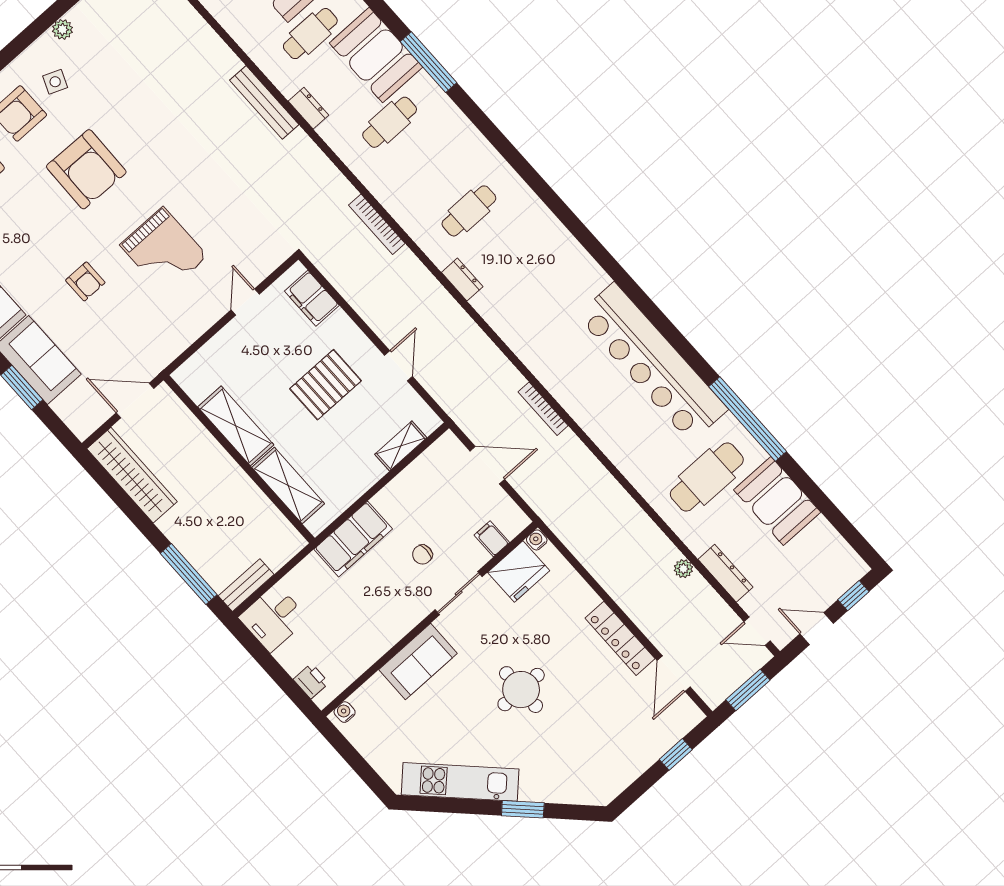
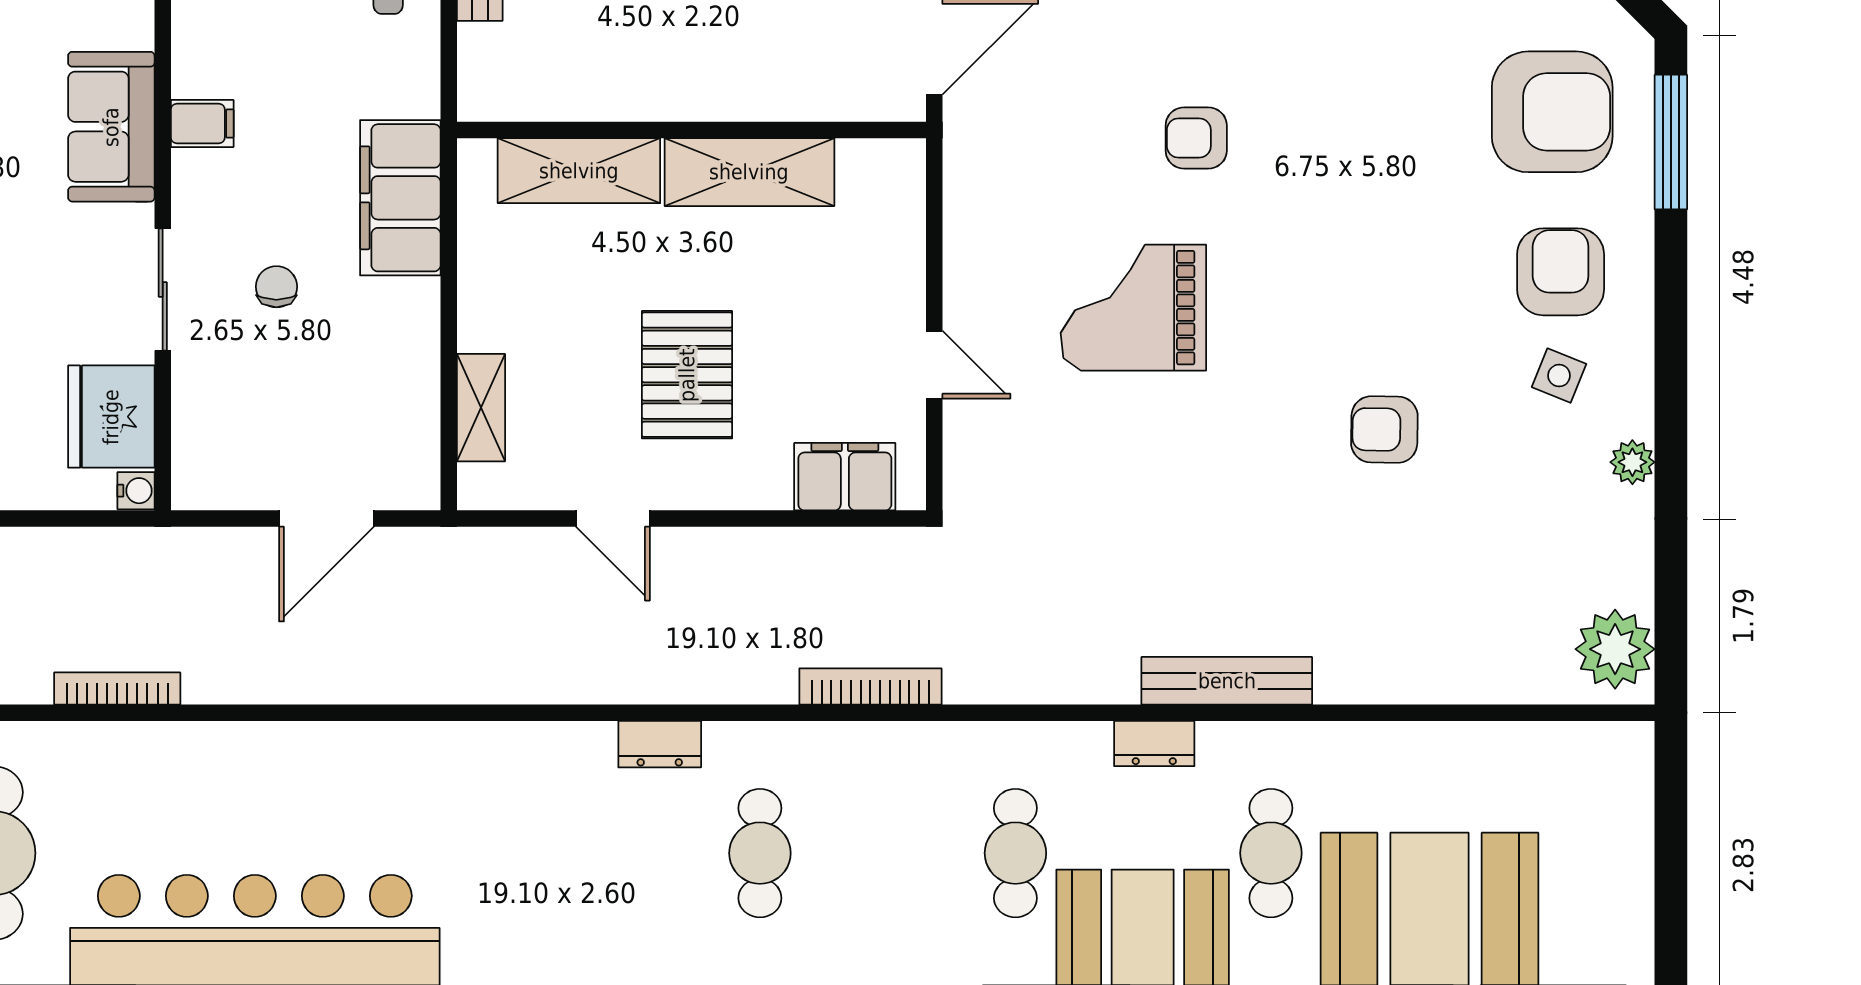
armchair: (86, 169) -> (1384, 430), moved, width x0.53, depth x0.53
bookcase: (543, 409) -> (117, 689), moved
filing cabinet: (492, 539) -> (202, 124), moved

